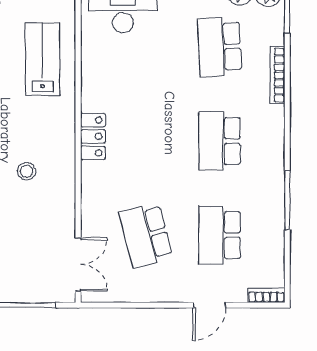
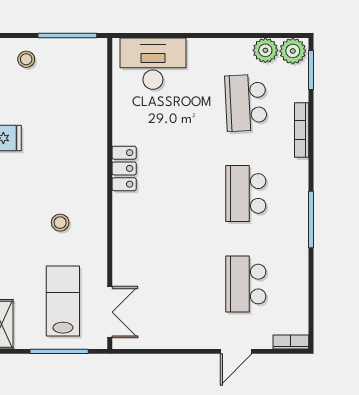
lab bench: (43, 59) -> (63, 301), moved
locker: (93, 136) -> (124, 168), moved
window: (287, 200) -> (311, 219), moved
school desk: (146, 235) -> (175, 284), removed

